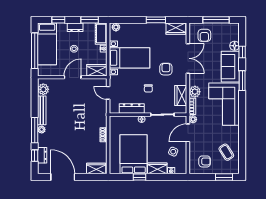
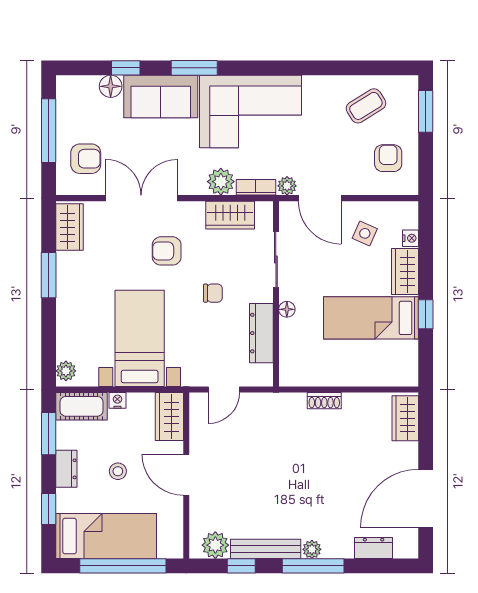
bed: (134, 154) -> (371, 318), width x0.67
window: (35, 156) -> (241, 566), moved

